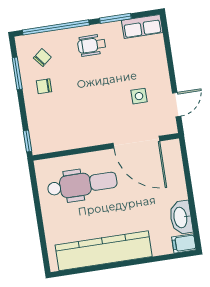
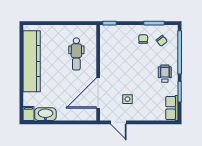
dental chair: (82, 184) -> (76, 54), width x0.73, depth x0.72

